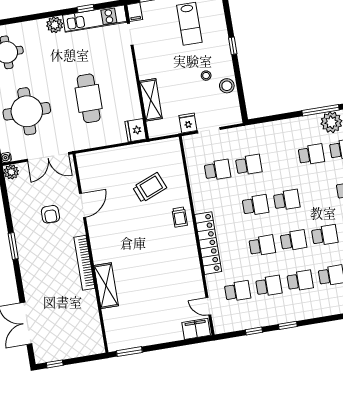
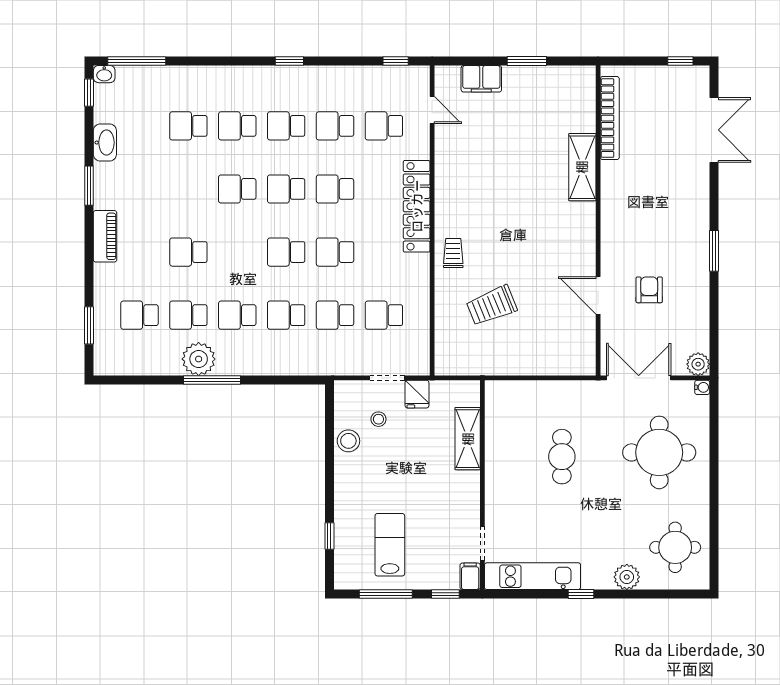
window: (86, 8) -> (581, 594), moved
plant: (55, 25) -> (627, 577), moved
window: (233, 46) -> (329, 536), moved
stool: (206, 76) -> (378, 419), moved
cafe table: (89, 98) -> (562, 457), width x0.73, depth x0.74
fridge: (136, 130) -> (498, 396), removed
school desk: (280, 160) -> (286, 315), added
door: (83, 205) -> (598, 295), hinge flipped
bookcase: (84, 263) -> (610, 118), moved
window: (288, 325) -> (289, 61), moved
filing cabinet: (196, 329) -> (481, 79), moved
window: (254, 331) -> (396, 61), moved
window: (129, 352) -> (527, 61), moved

